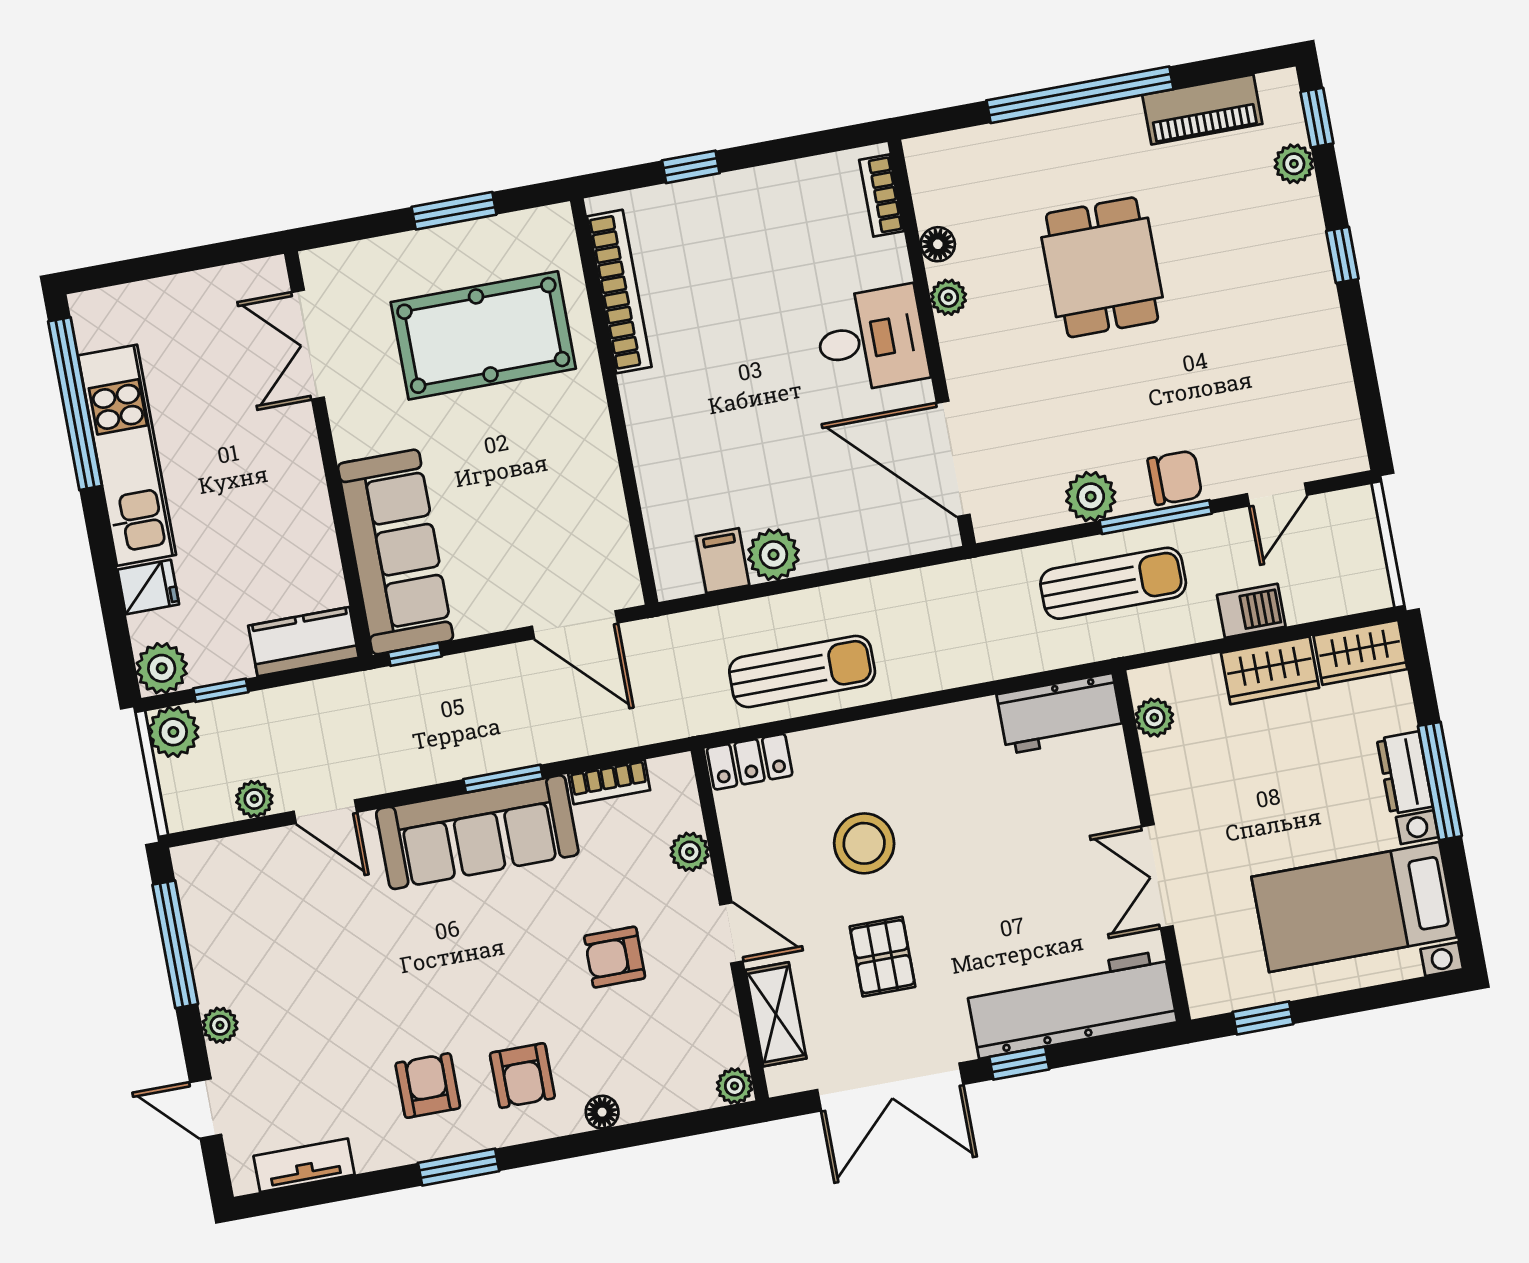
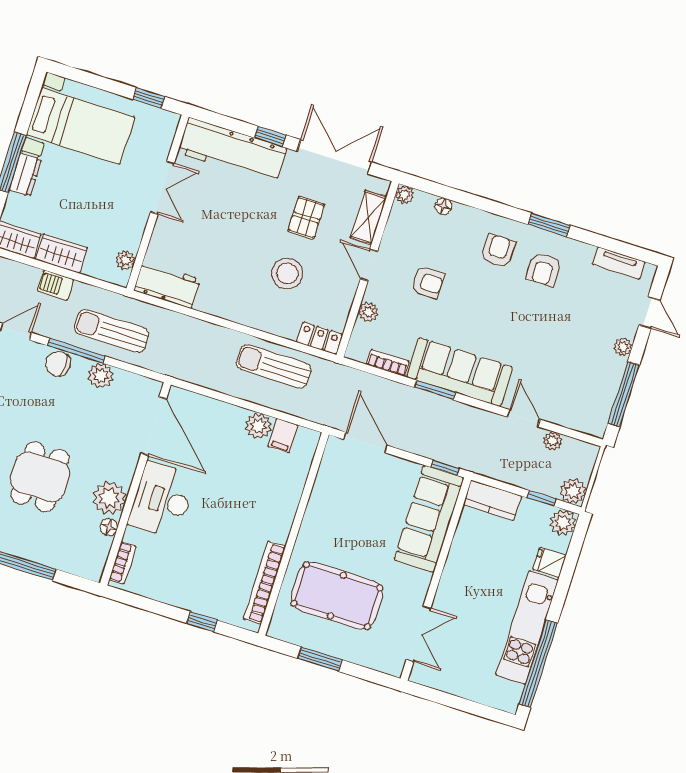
plant: (948, 297) -> (109, 498), width x1.87, depth x1.87
desk: (871, 339) -> (162, 500), width x1.37
floor lamp: (602, 1112) -> (443, 206), moved

